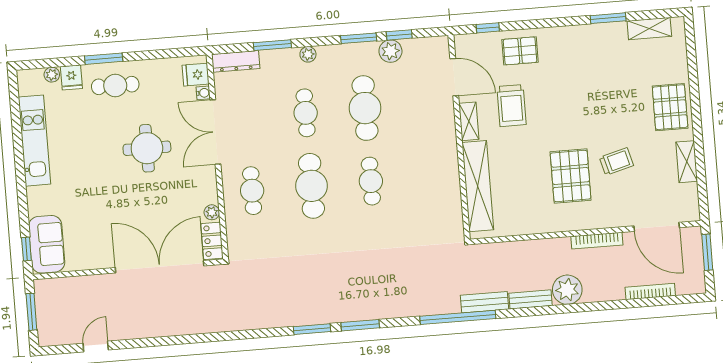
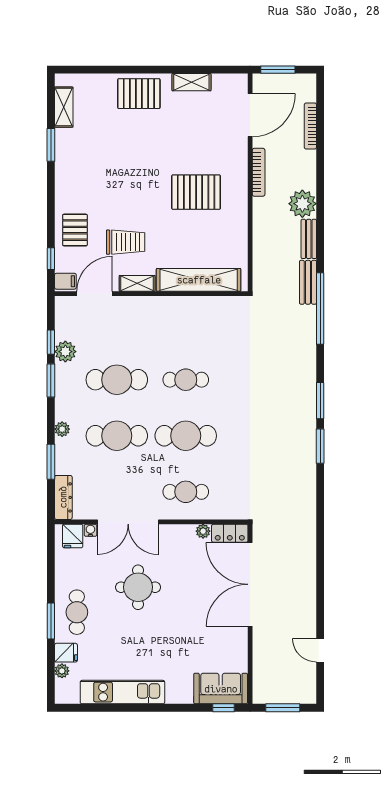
filing cabinet: (465, 45) -> (65, 281), added
cafe table: (306, 113) -> (117, 436), width x1.37, depth x1.35
trolley: (616, 161) -> (186, 148), removed

